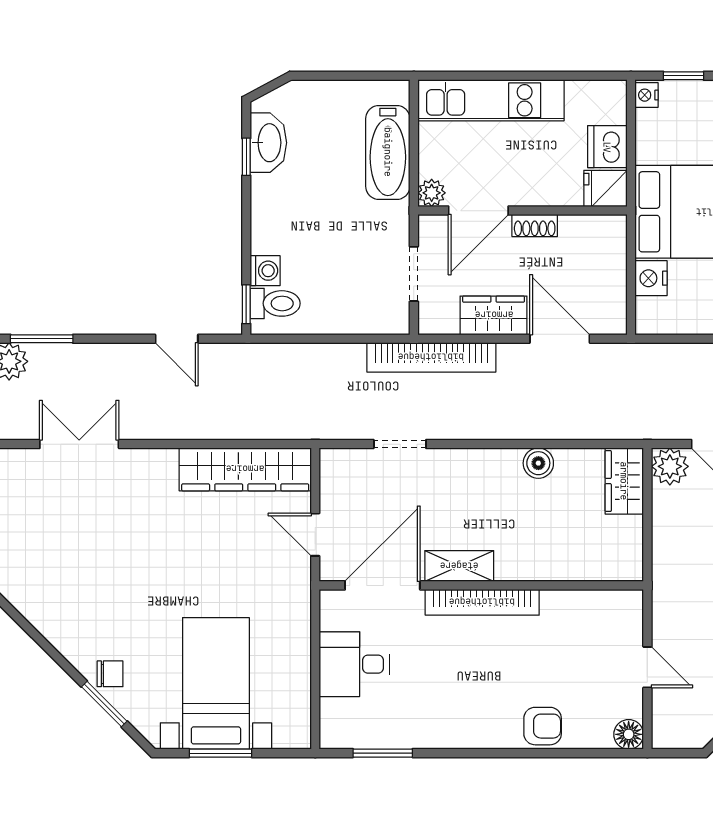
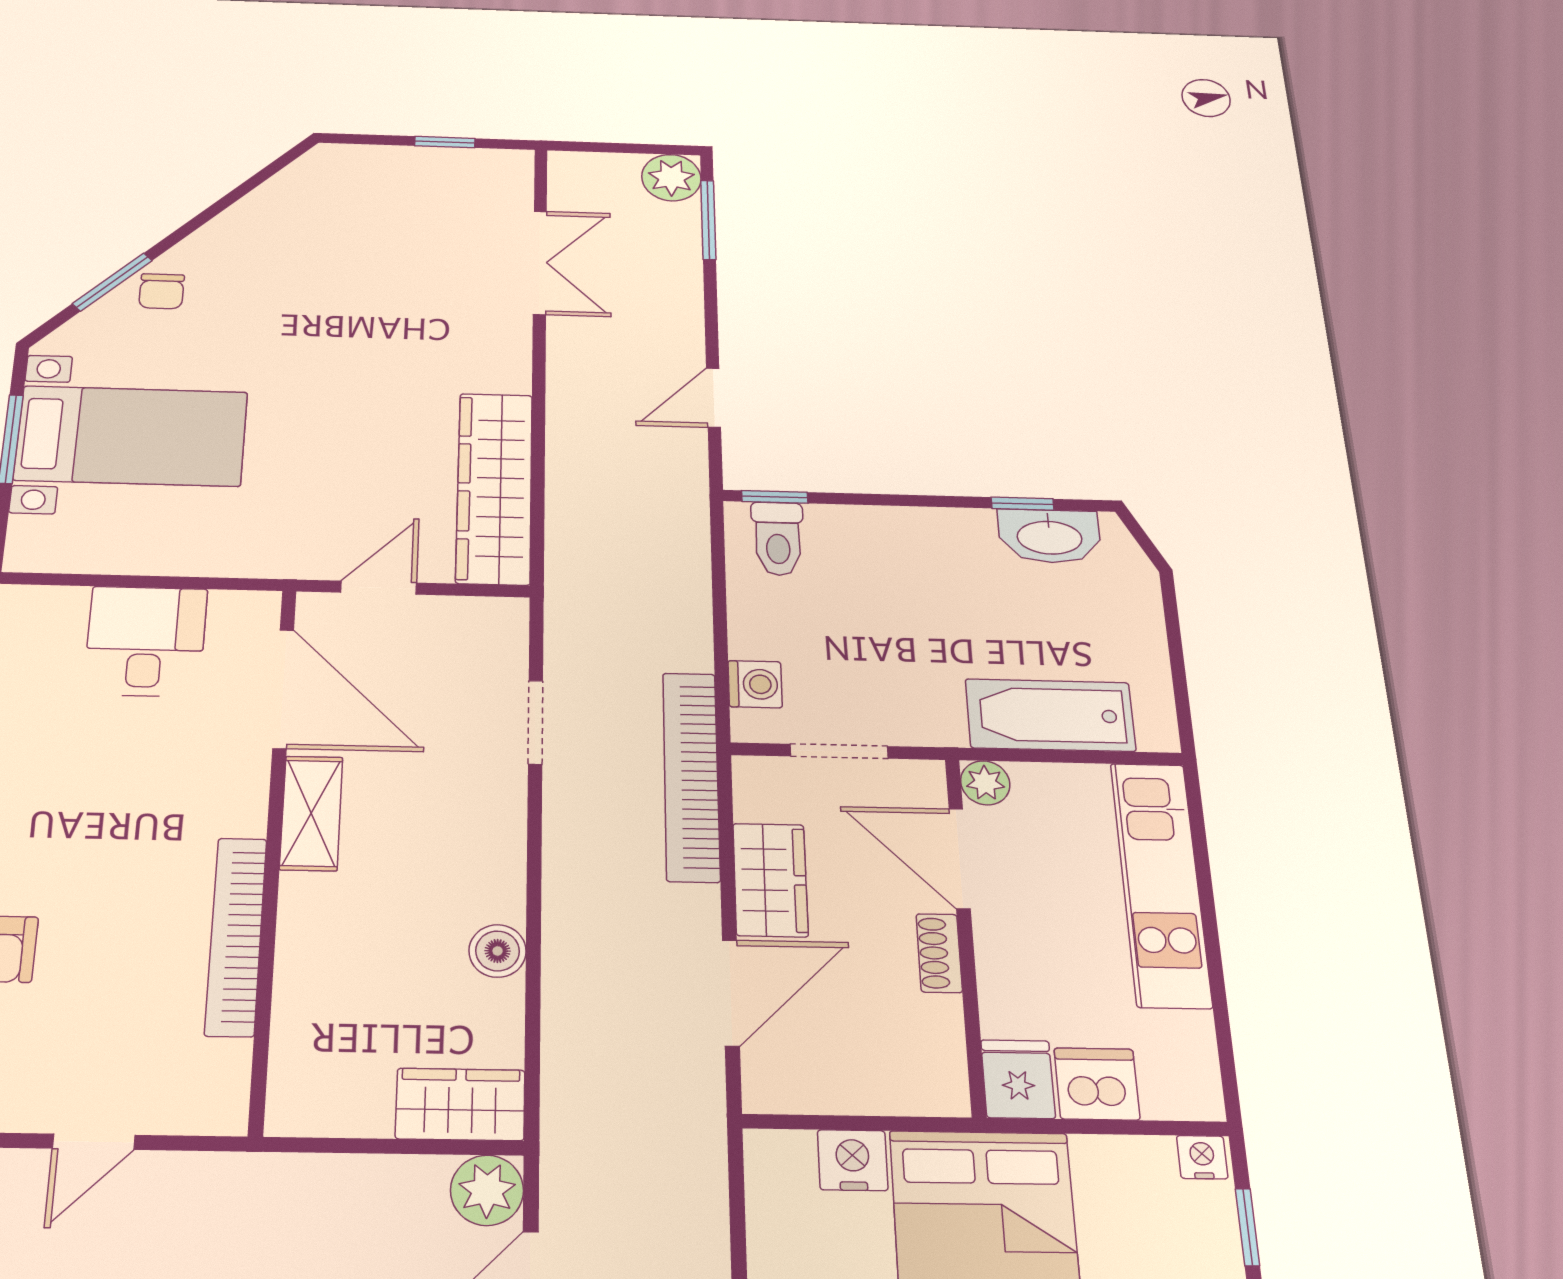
washing machine: (265, 271) -> (755, 684), moved, turned -90
bookcase: (482, 602) -> (236, 936), moved

